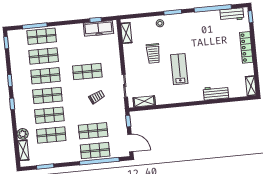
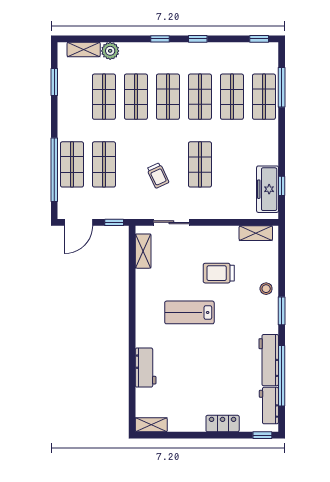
workbench: (204, 17) -> (269, 360), added
locker: (246, 47) -> (223, 424), width x0.66
lab bench: (179, 69) -> (189, 312), turned 180

